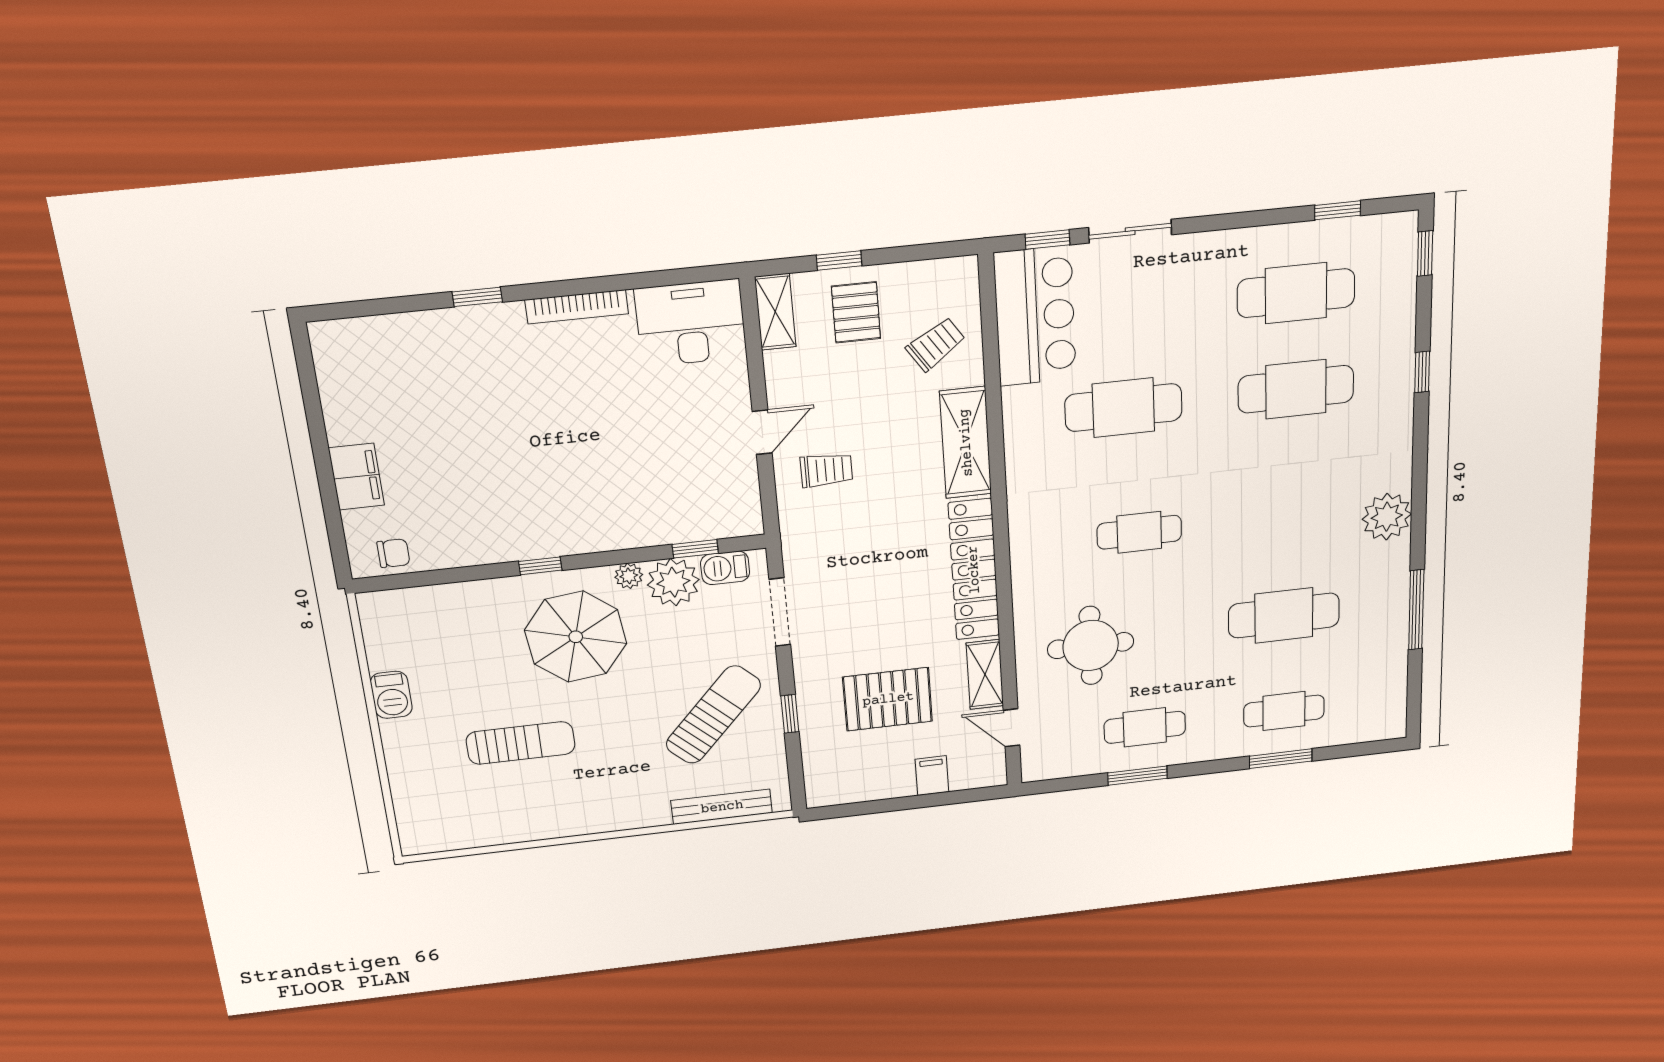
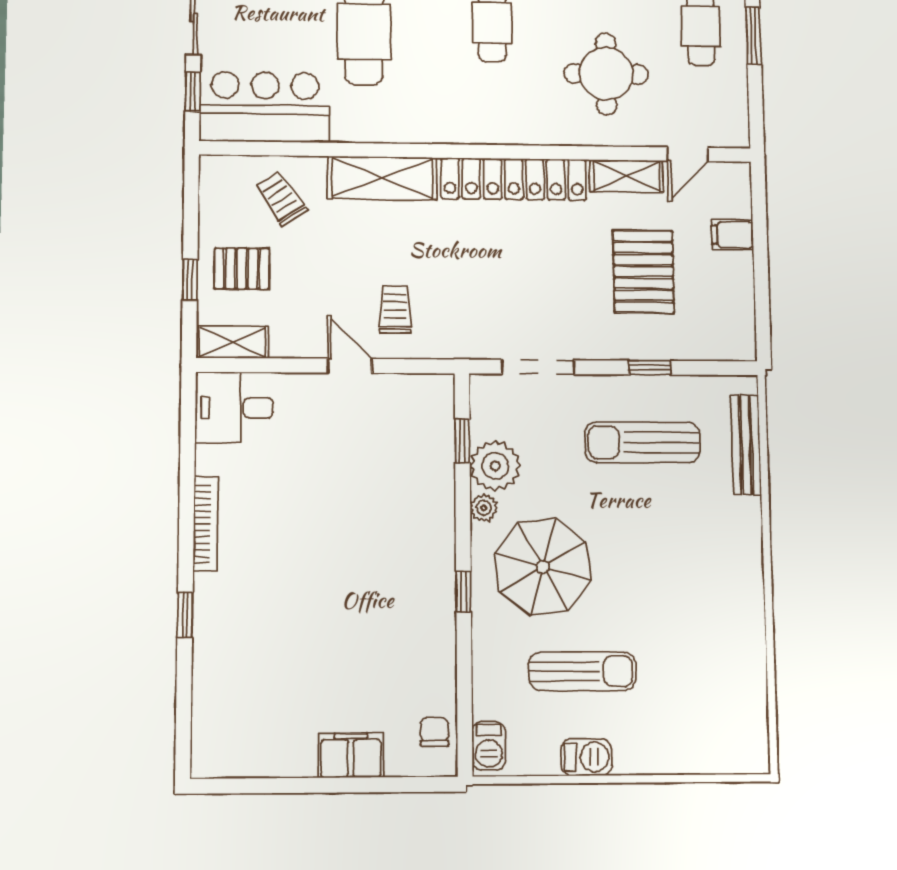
desk: (691, 323) -> (234, 408), width x0.73
barbecue: (725, 568) -> (489, 746), moved
sun lounger: (713, 715) -> (642, 442), turned -43
sun lounger: (521, 743) -> (582, 671), moved, turned 90

